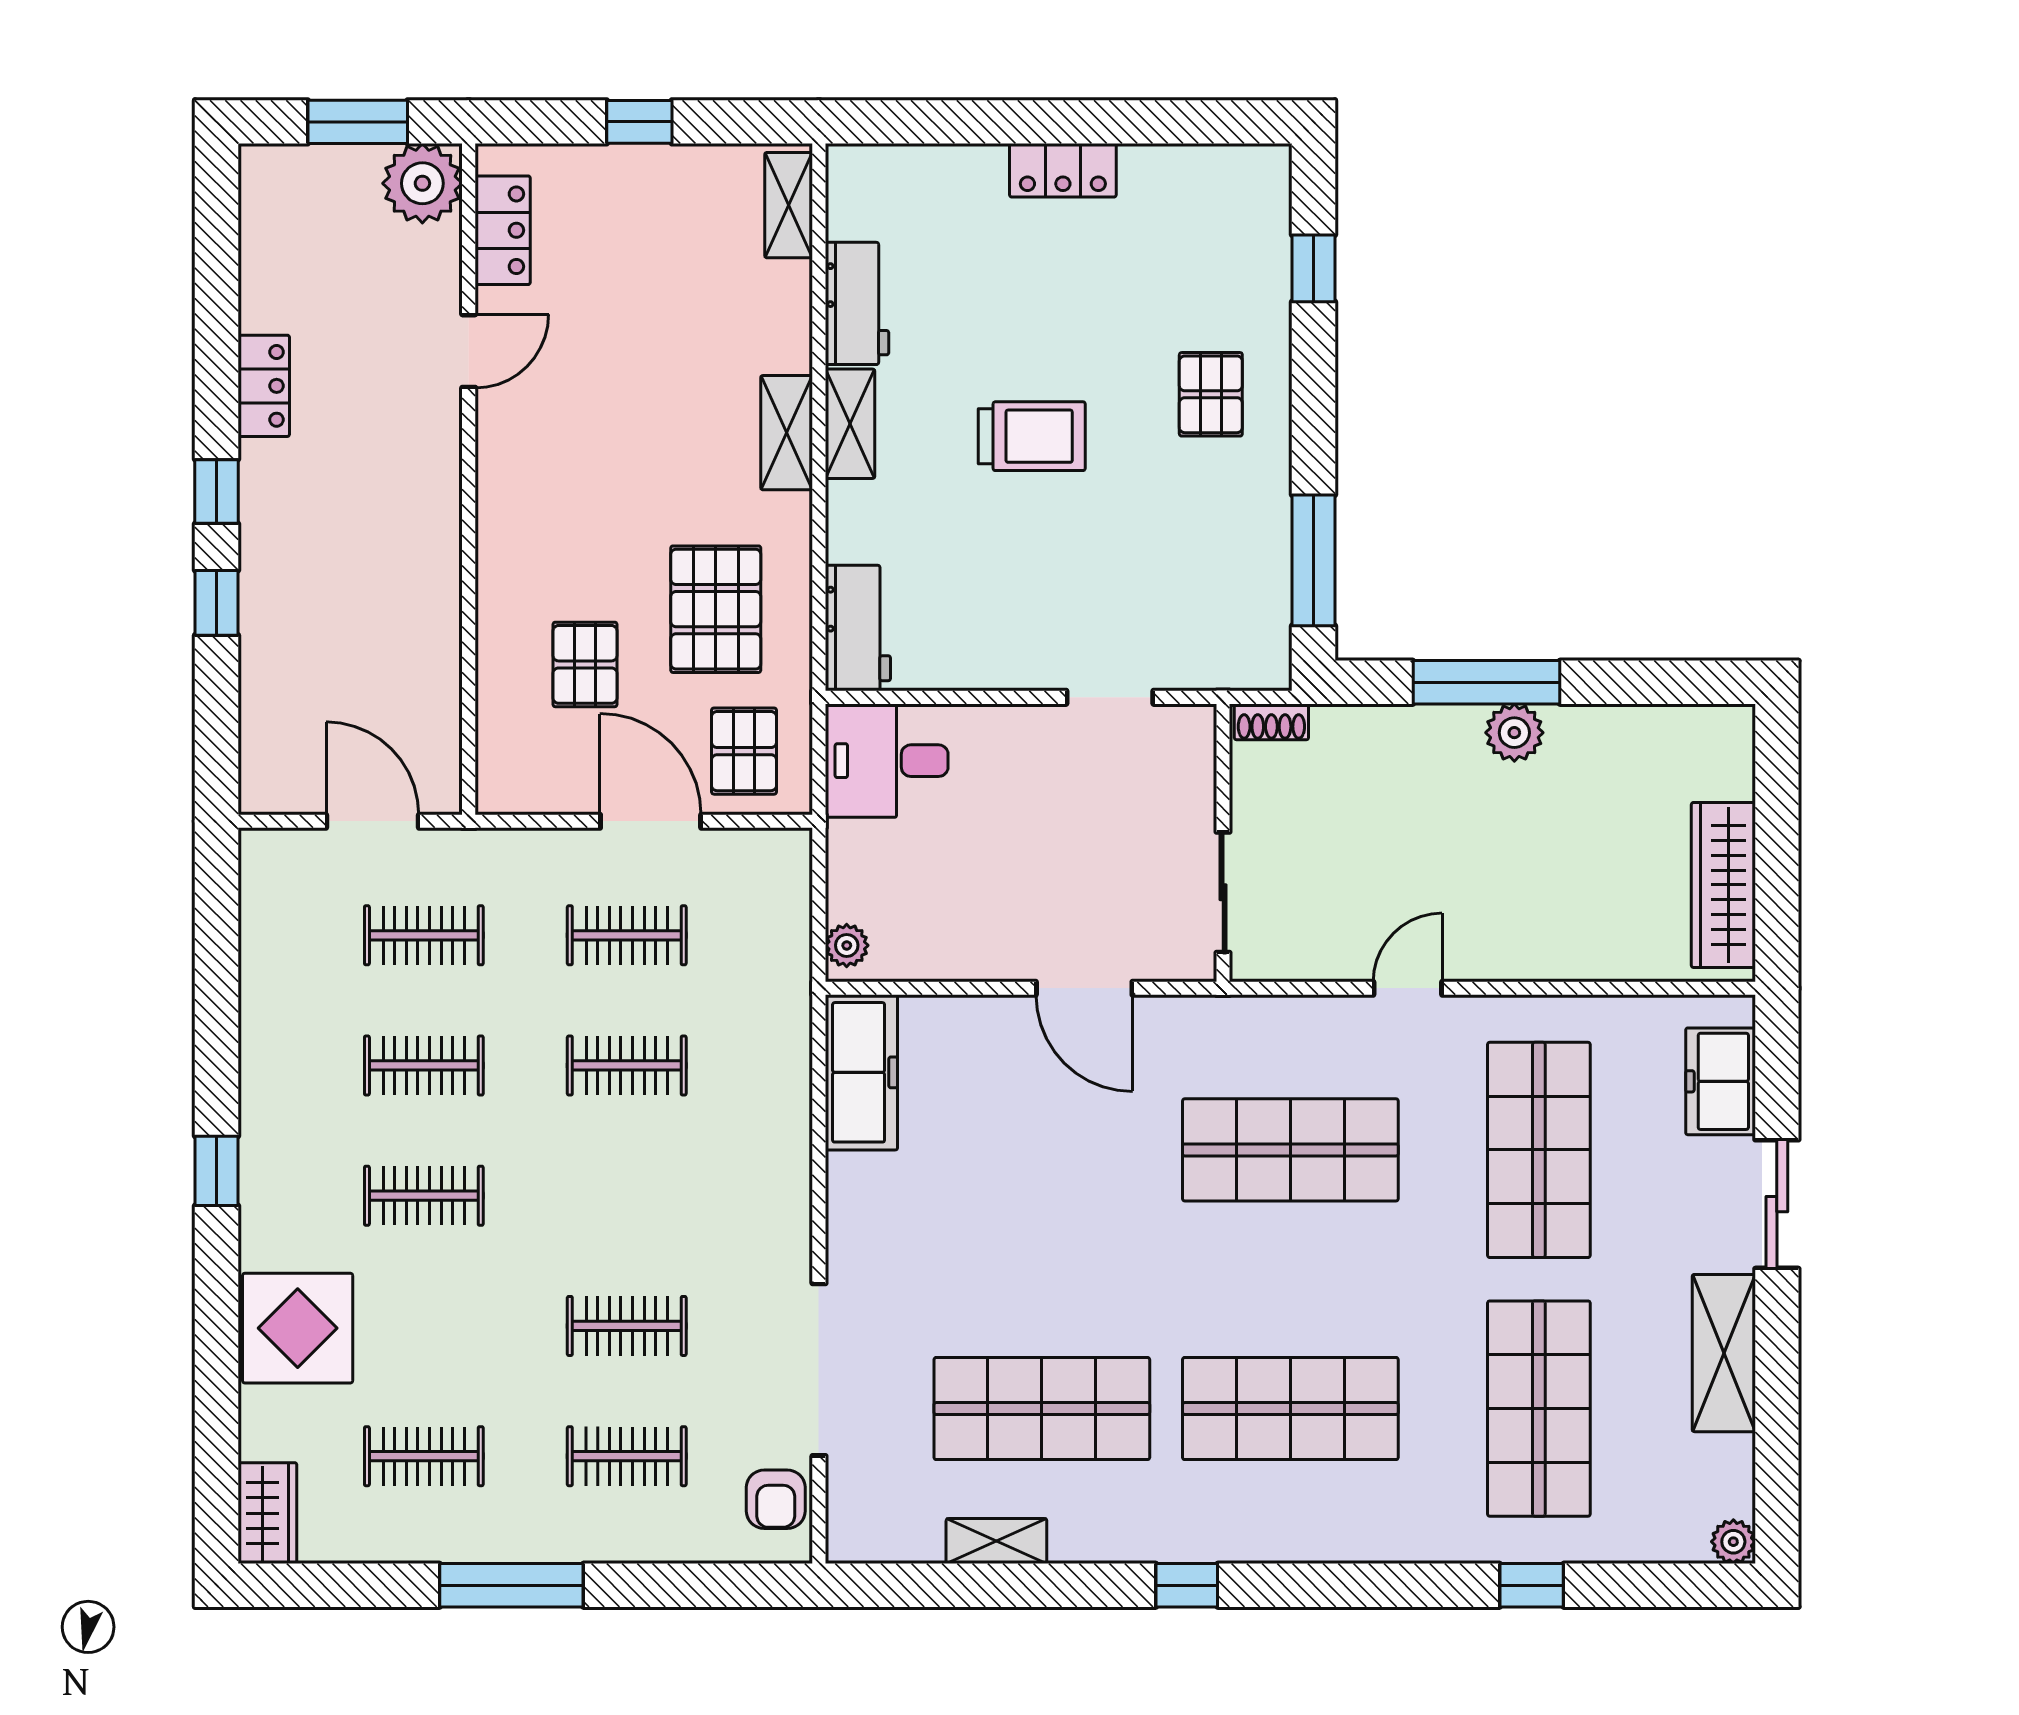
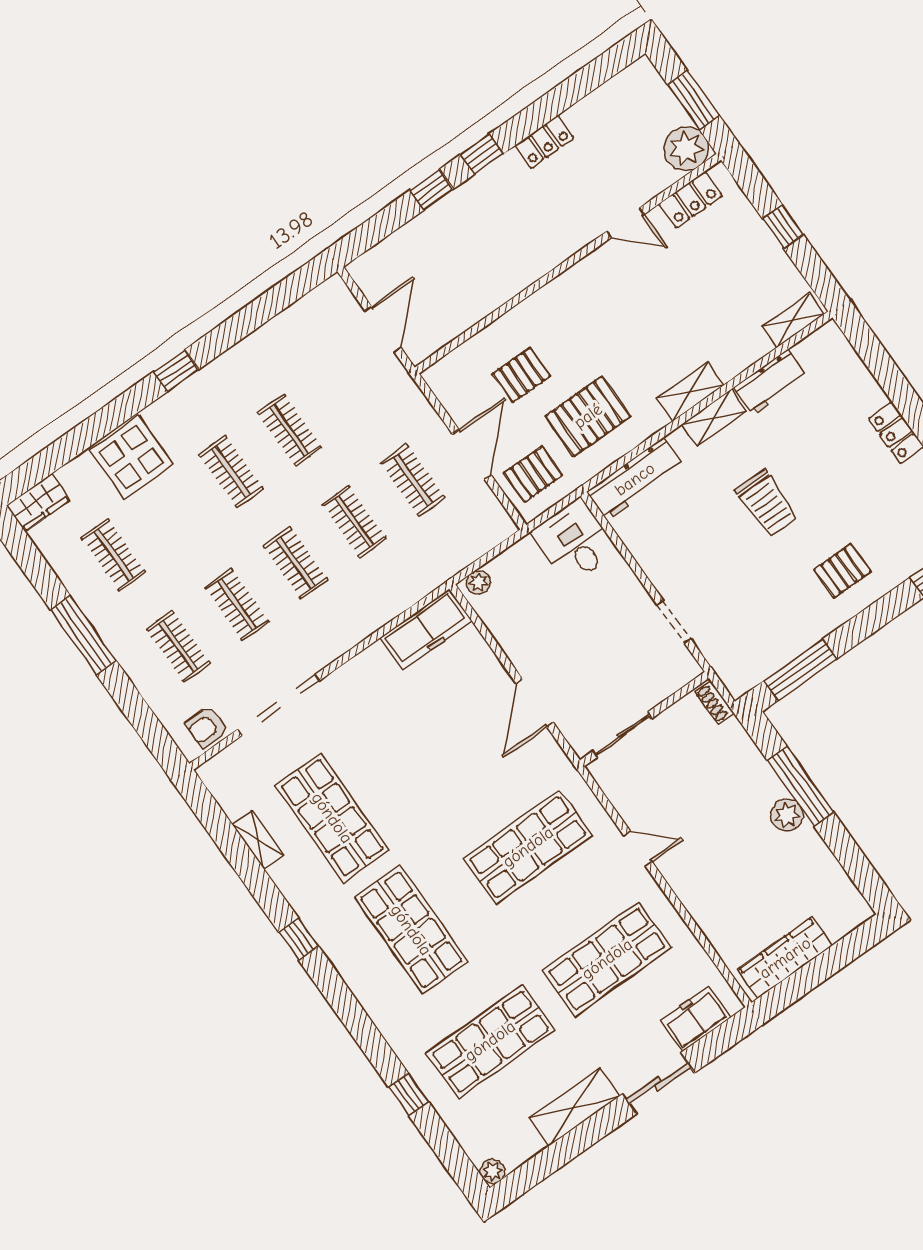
workbench: (858, 628) -> (635, 479), width x1.38
clothes rail: (424, 935) -> (296, 563), moved
shop shelf: (1290, 1150) -> (528, 847), turned 90

